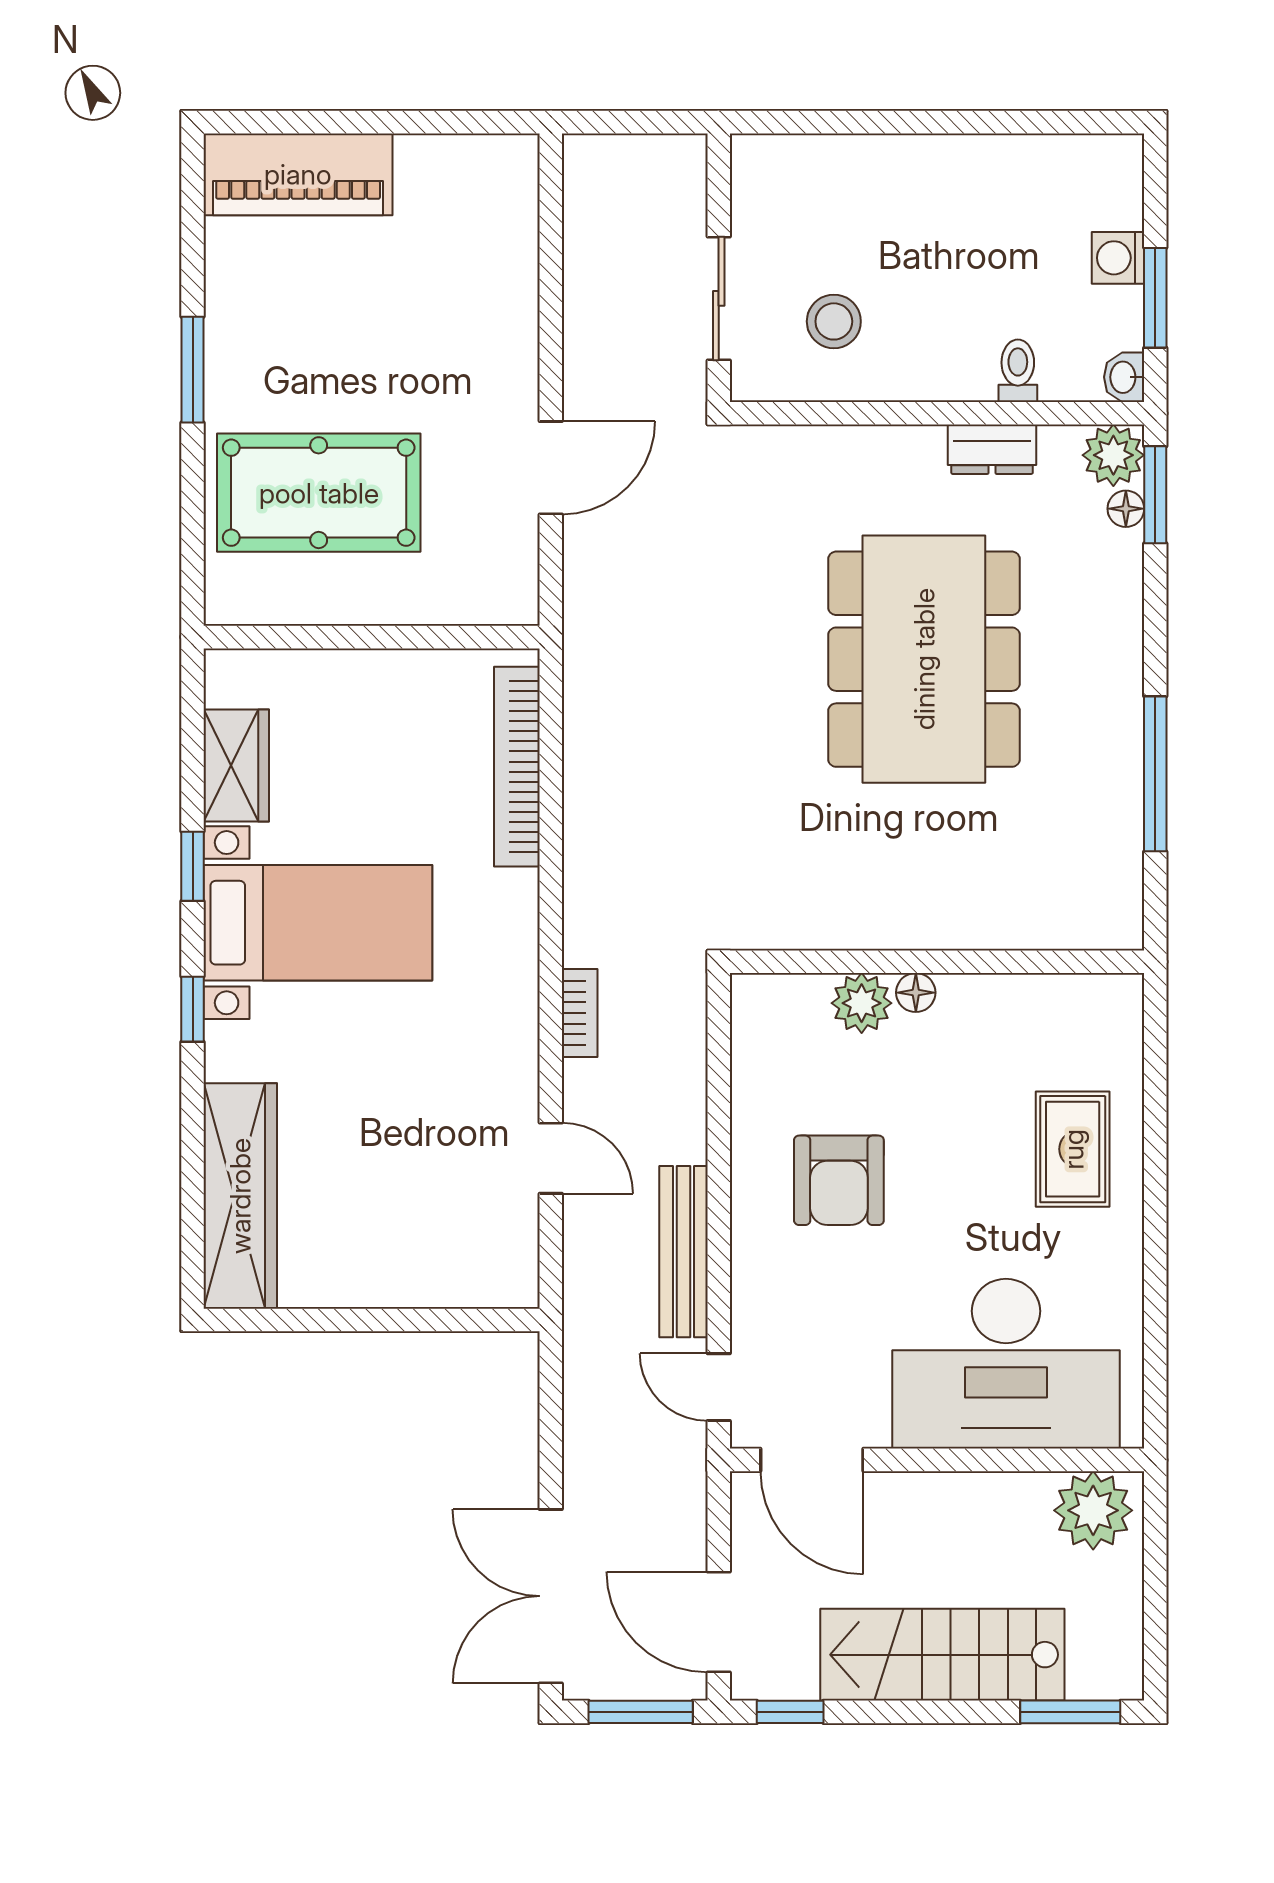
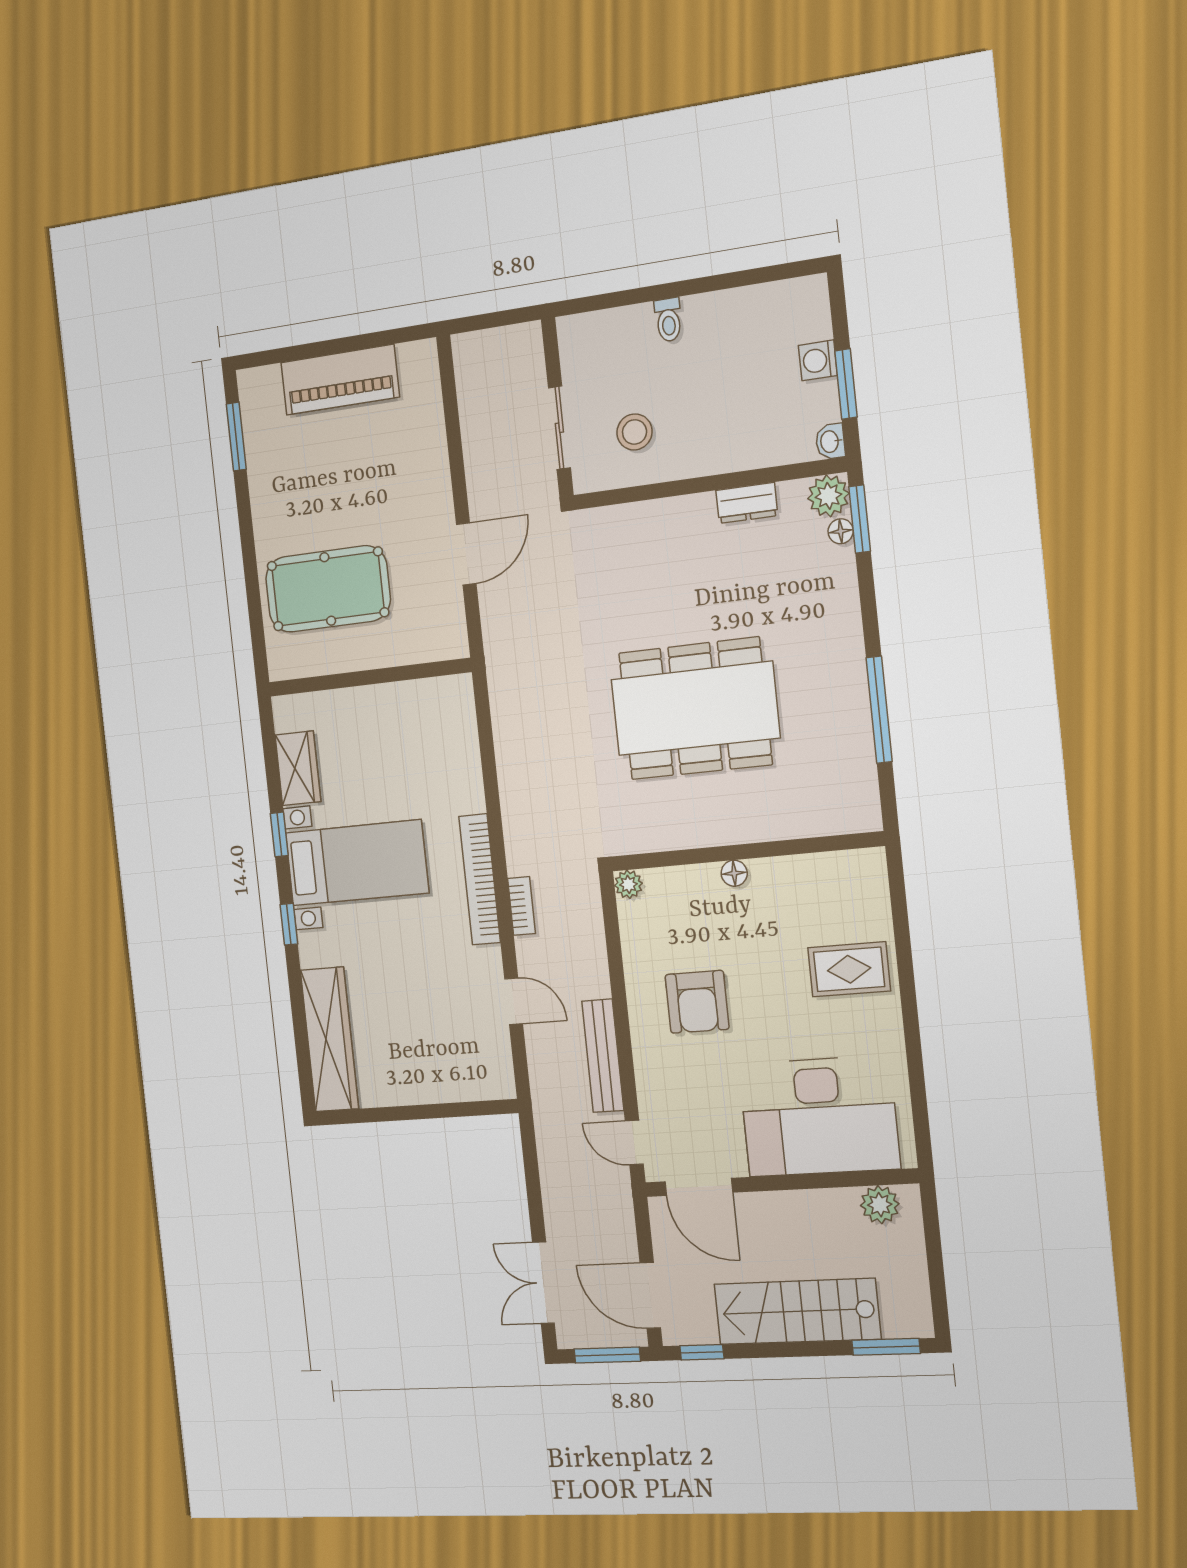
piano: (298, 174) -> (340, 380), moved
window: (193, 370) -> (236, 437), moved
toilet: (1018, 371) -> (668, 320), moved, turned 180
dining table: (924, 659) -> (695, 709), moved, turned 90
bookcase: (517, 767) -> (480, 879), moved
plant: (862, 1003) -> (628, 884), moved, width x0.73, depth x0.73
rug: (1073, 1149) -> (849, 969), turned 90
plant: (1093, 1510) -> (880, 1205), width x0.73, depth x0.73
double door: (551, 1596) -> (543, 1283), width x0.73

